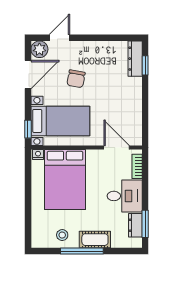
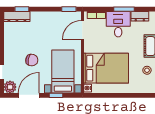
door: (28, 75) -> (29, 95), hinge flipped
window: (28, 129) -> (56, 95), moved
window: (145, 129) -> (69, 9), added
window: (145, 224) -> (124, 9), moved

